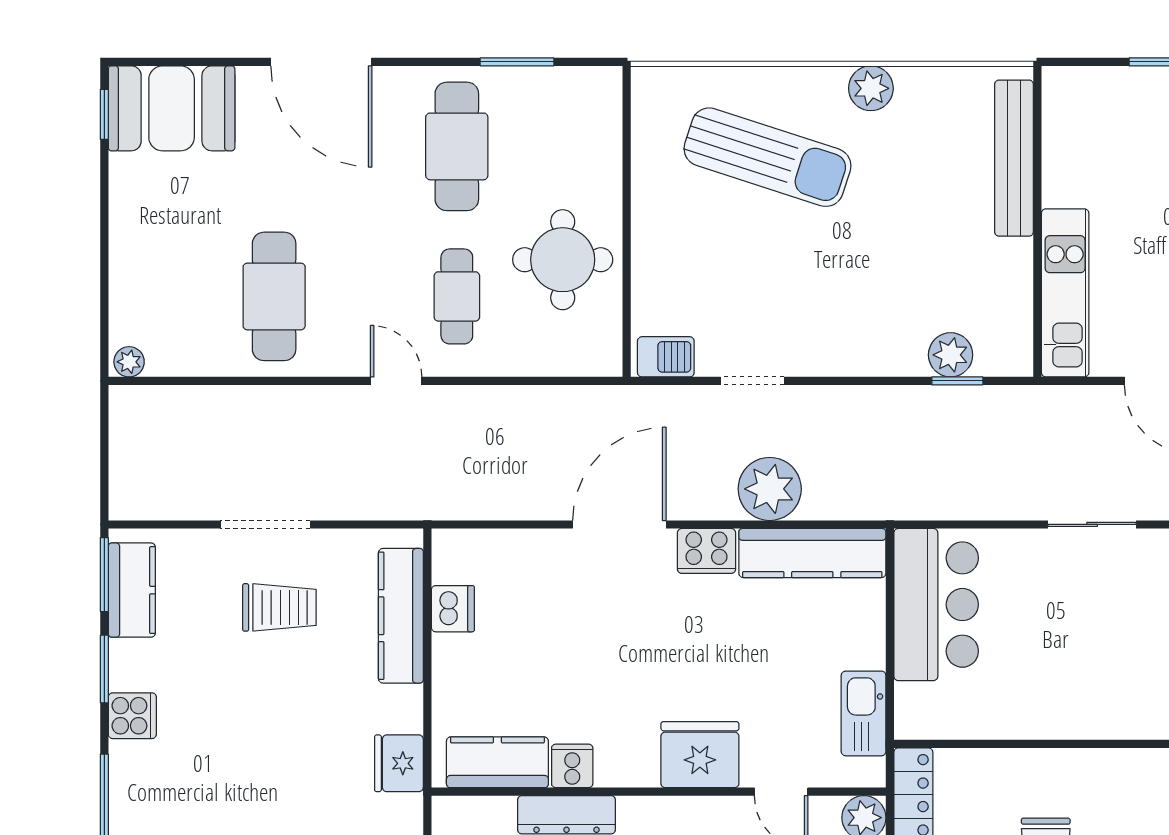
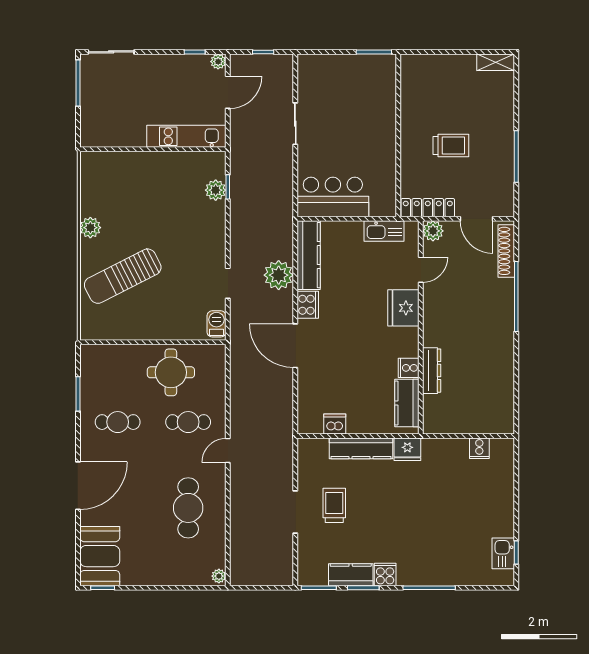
cafe table: (457, 146) -> (118, 422), width x0.73, depth x0.74
sun lounger: (767, 157) -> (123, 276), turned -135
bench: (1014, 158) -> (123, 160), removed
cafe table: (274, 296) -> (188, 508), turned 90
kitchen counter: (132, 590) -> (351, 575), moved
kitchen counter: (401, 616) -> (361, 448), moved

